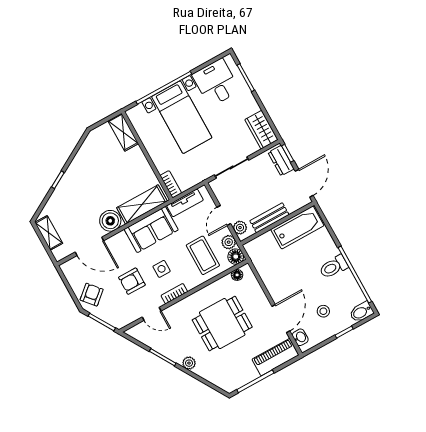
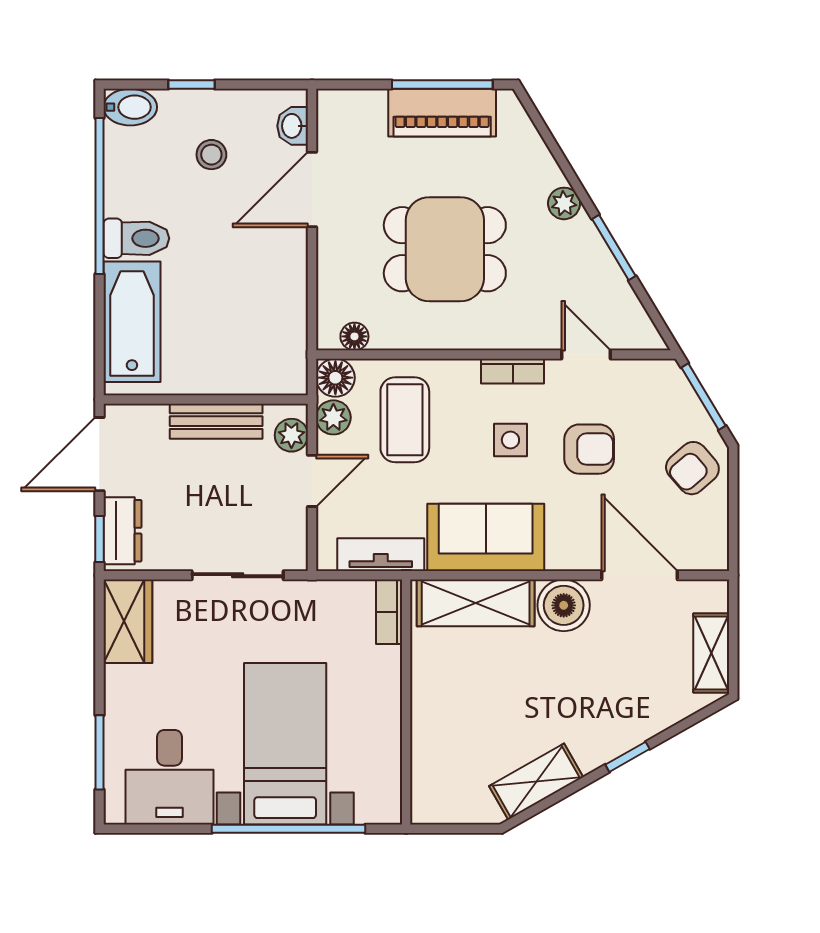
shelving: (123, 132) -> (536, 782), moved, turned 60
bathtub: (297, 227) -> (132, 322), moved, turned 90
piano: (275, 357) -> (442, 113), moved

